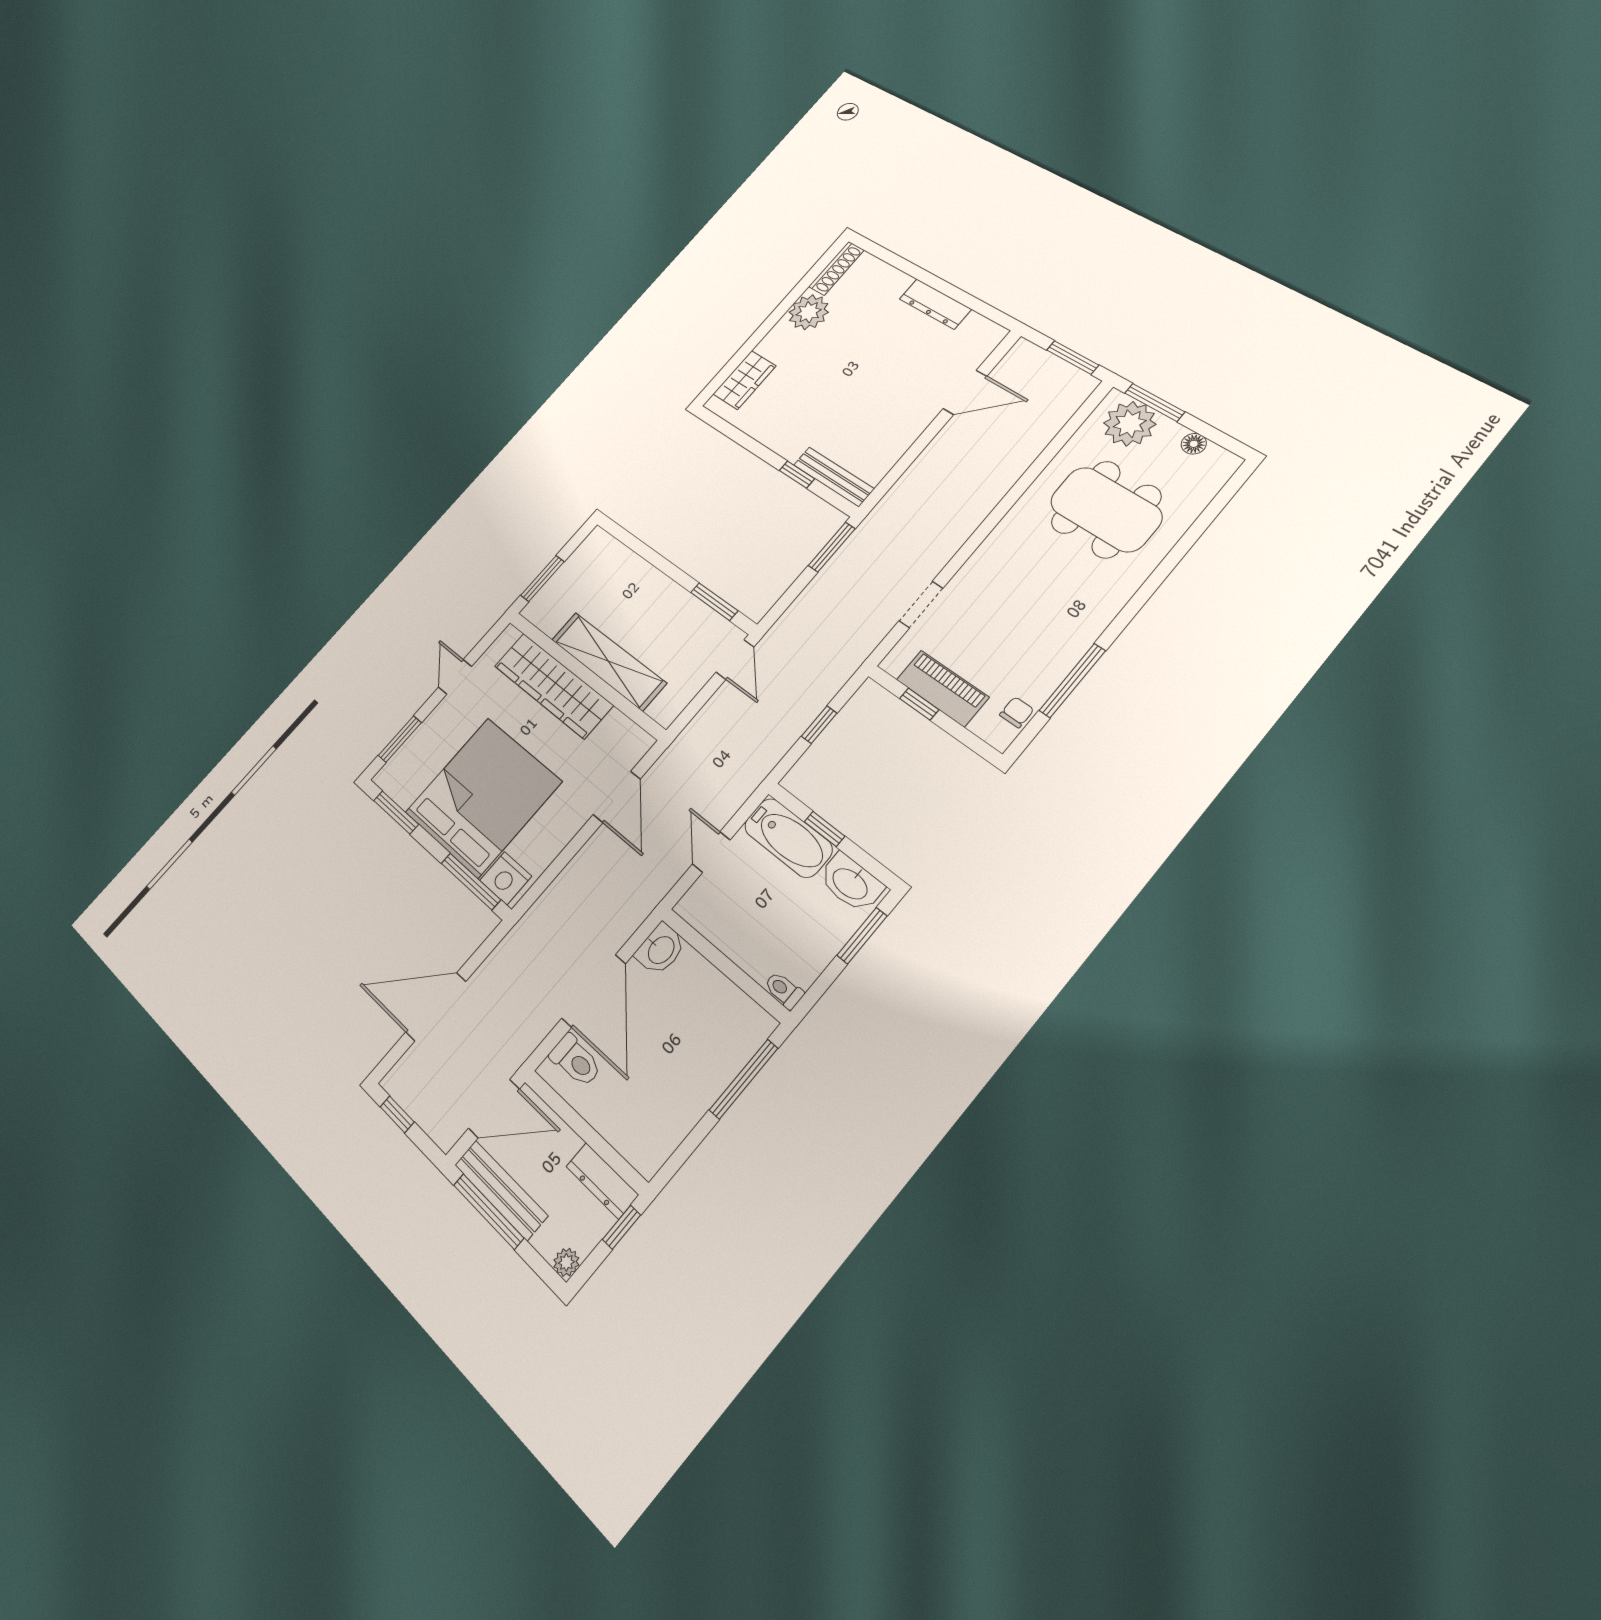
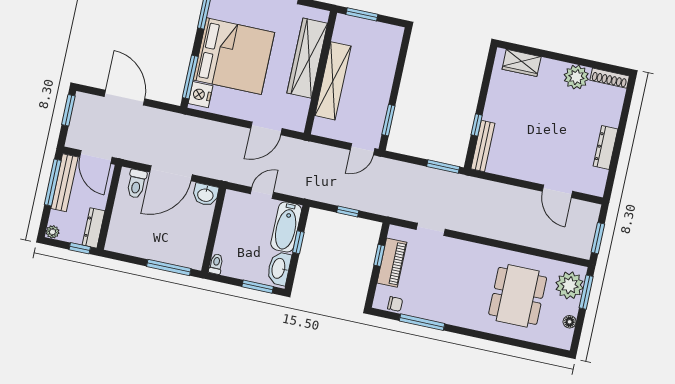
window: (397, 1114) -> (68, 110), width x1.50

